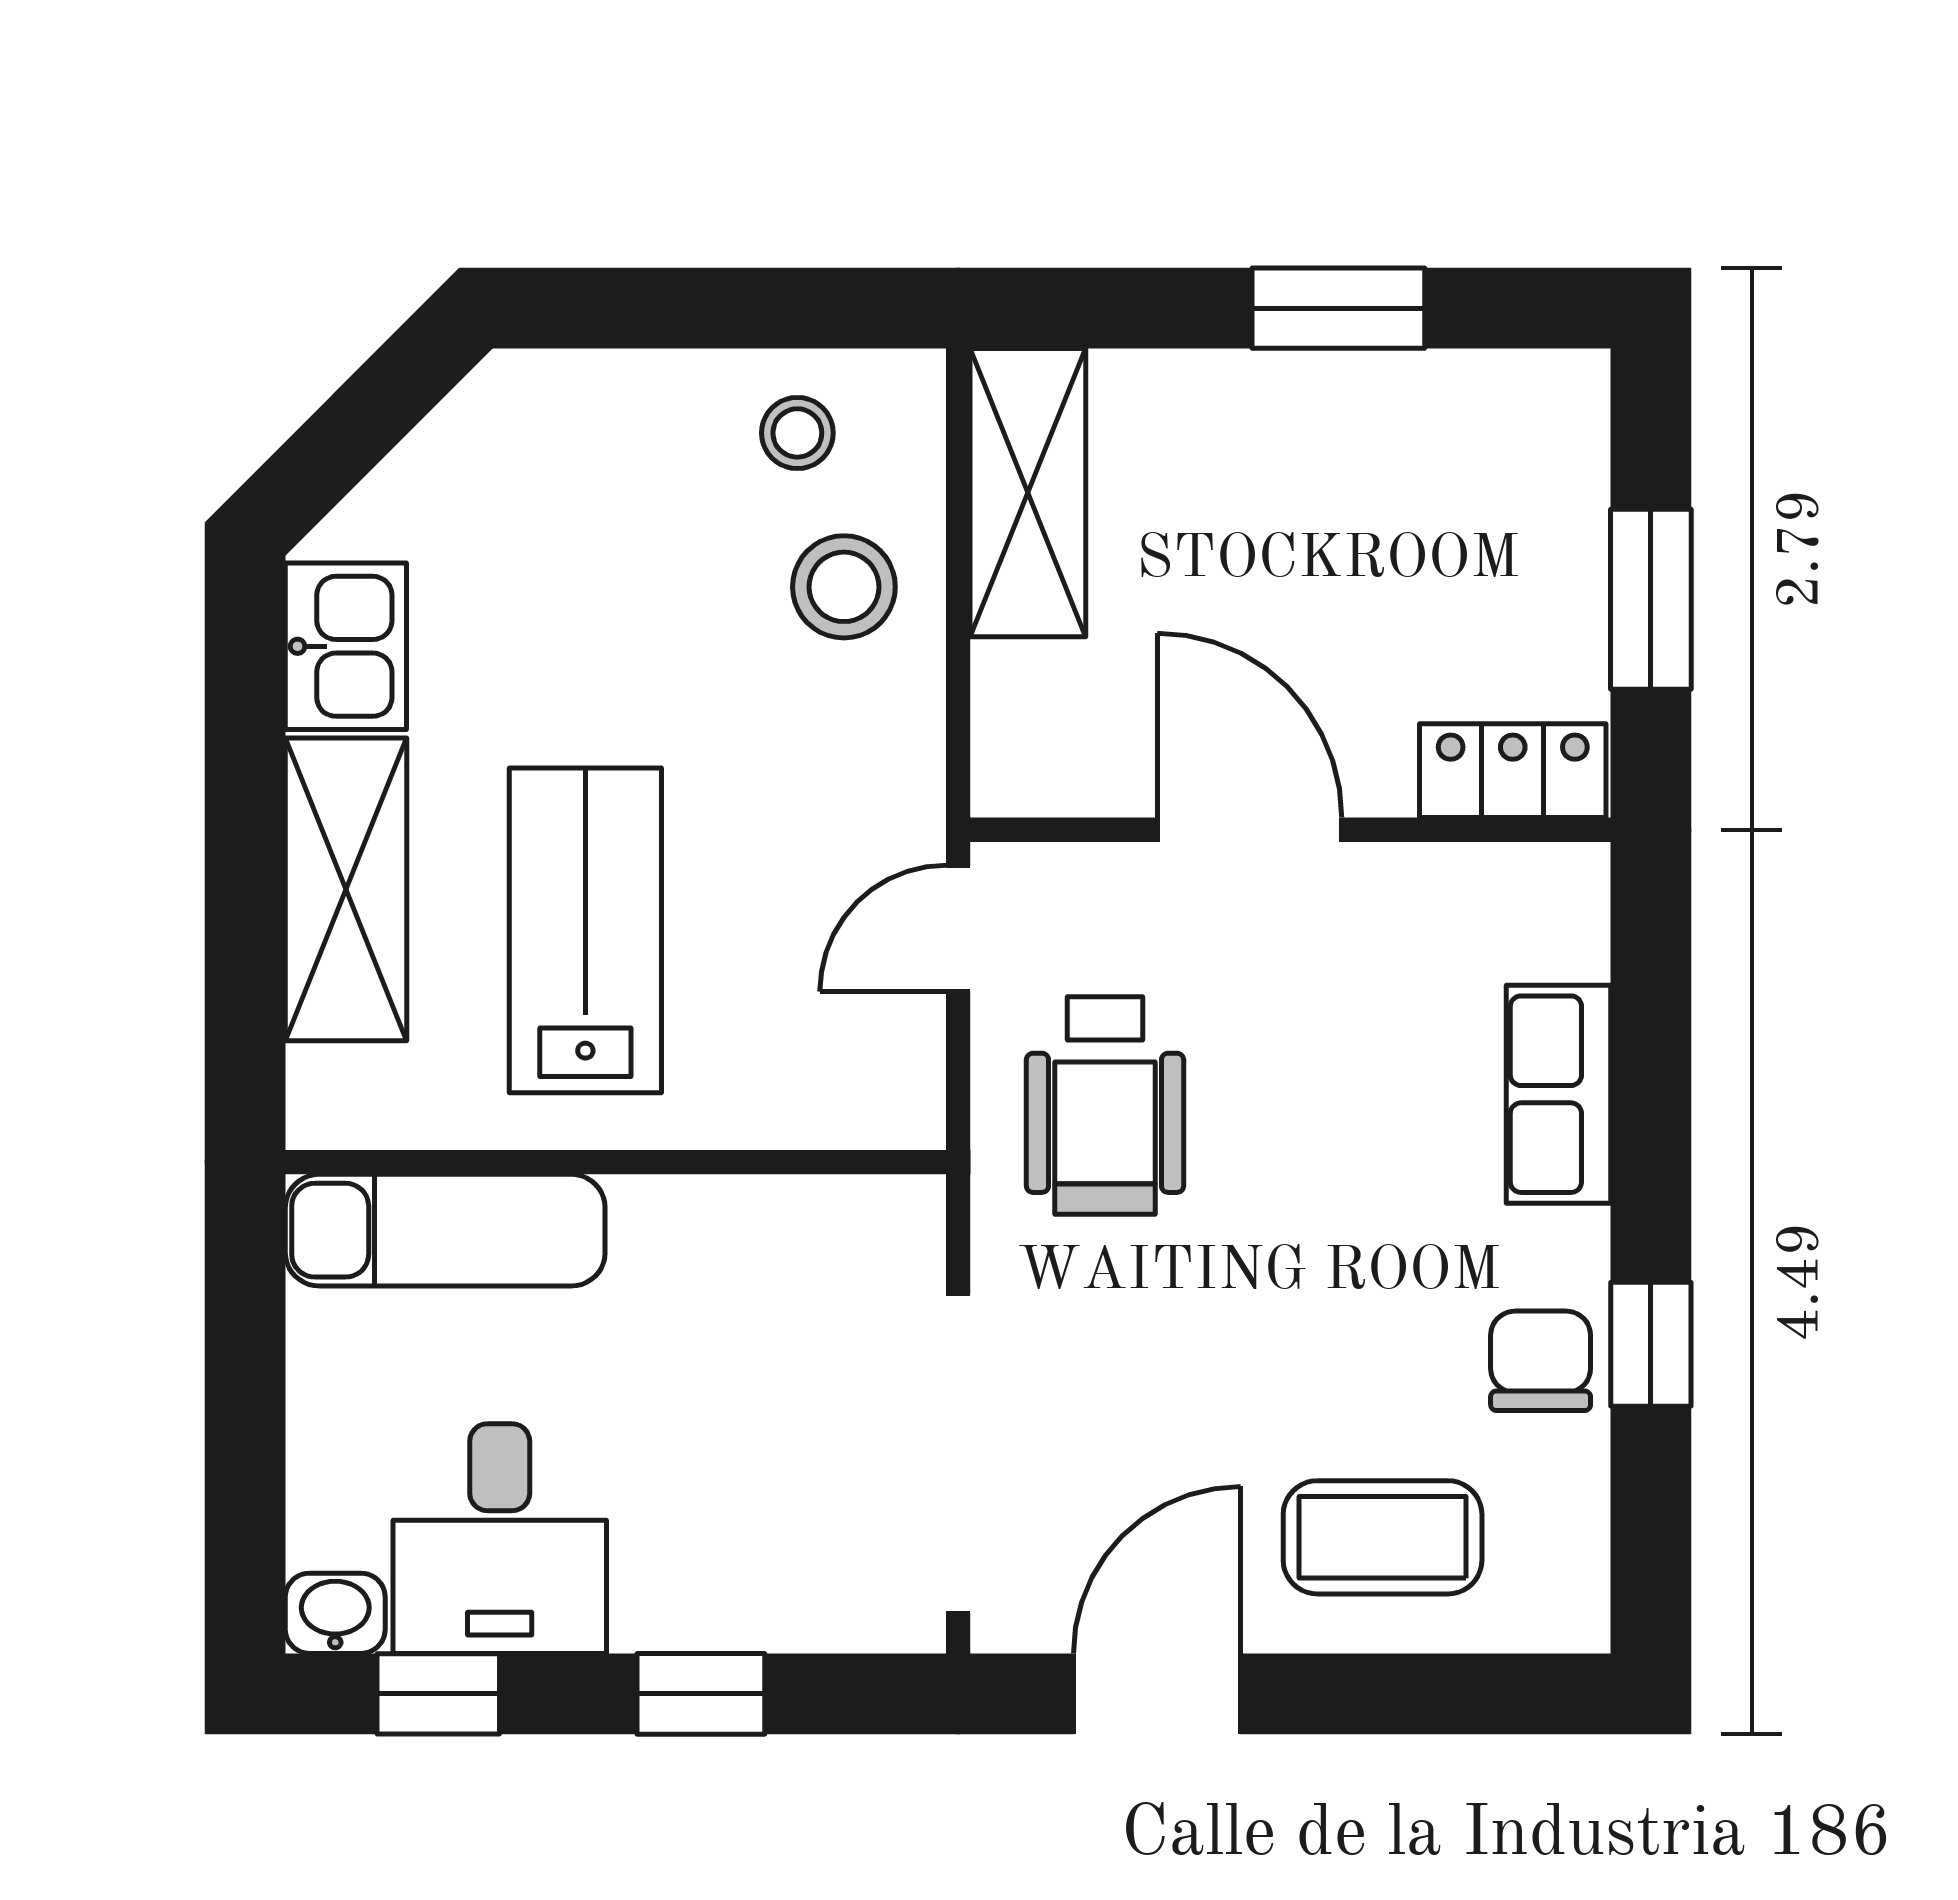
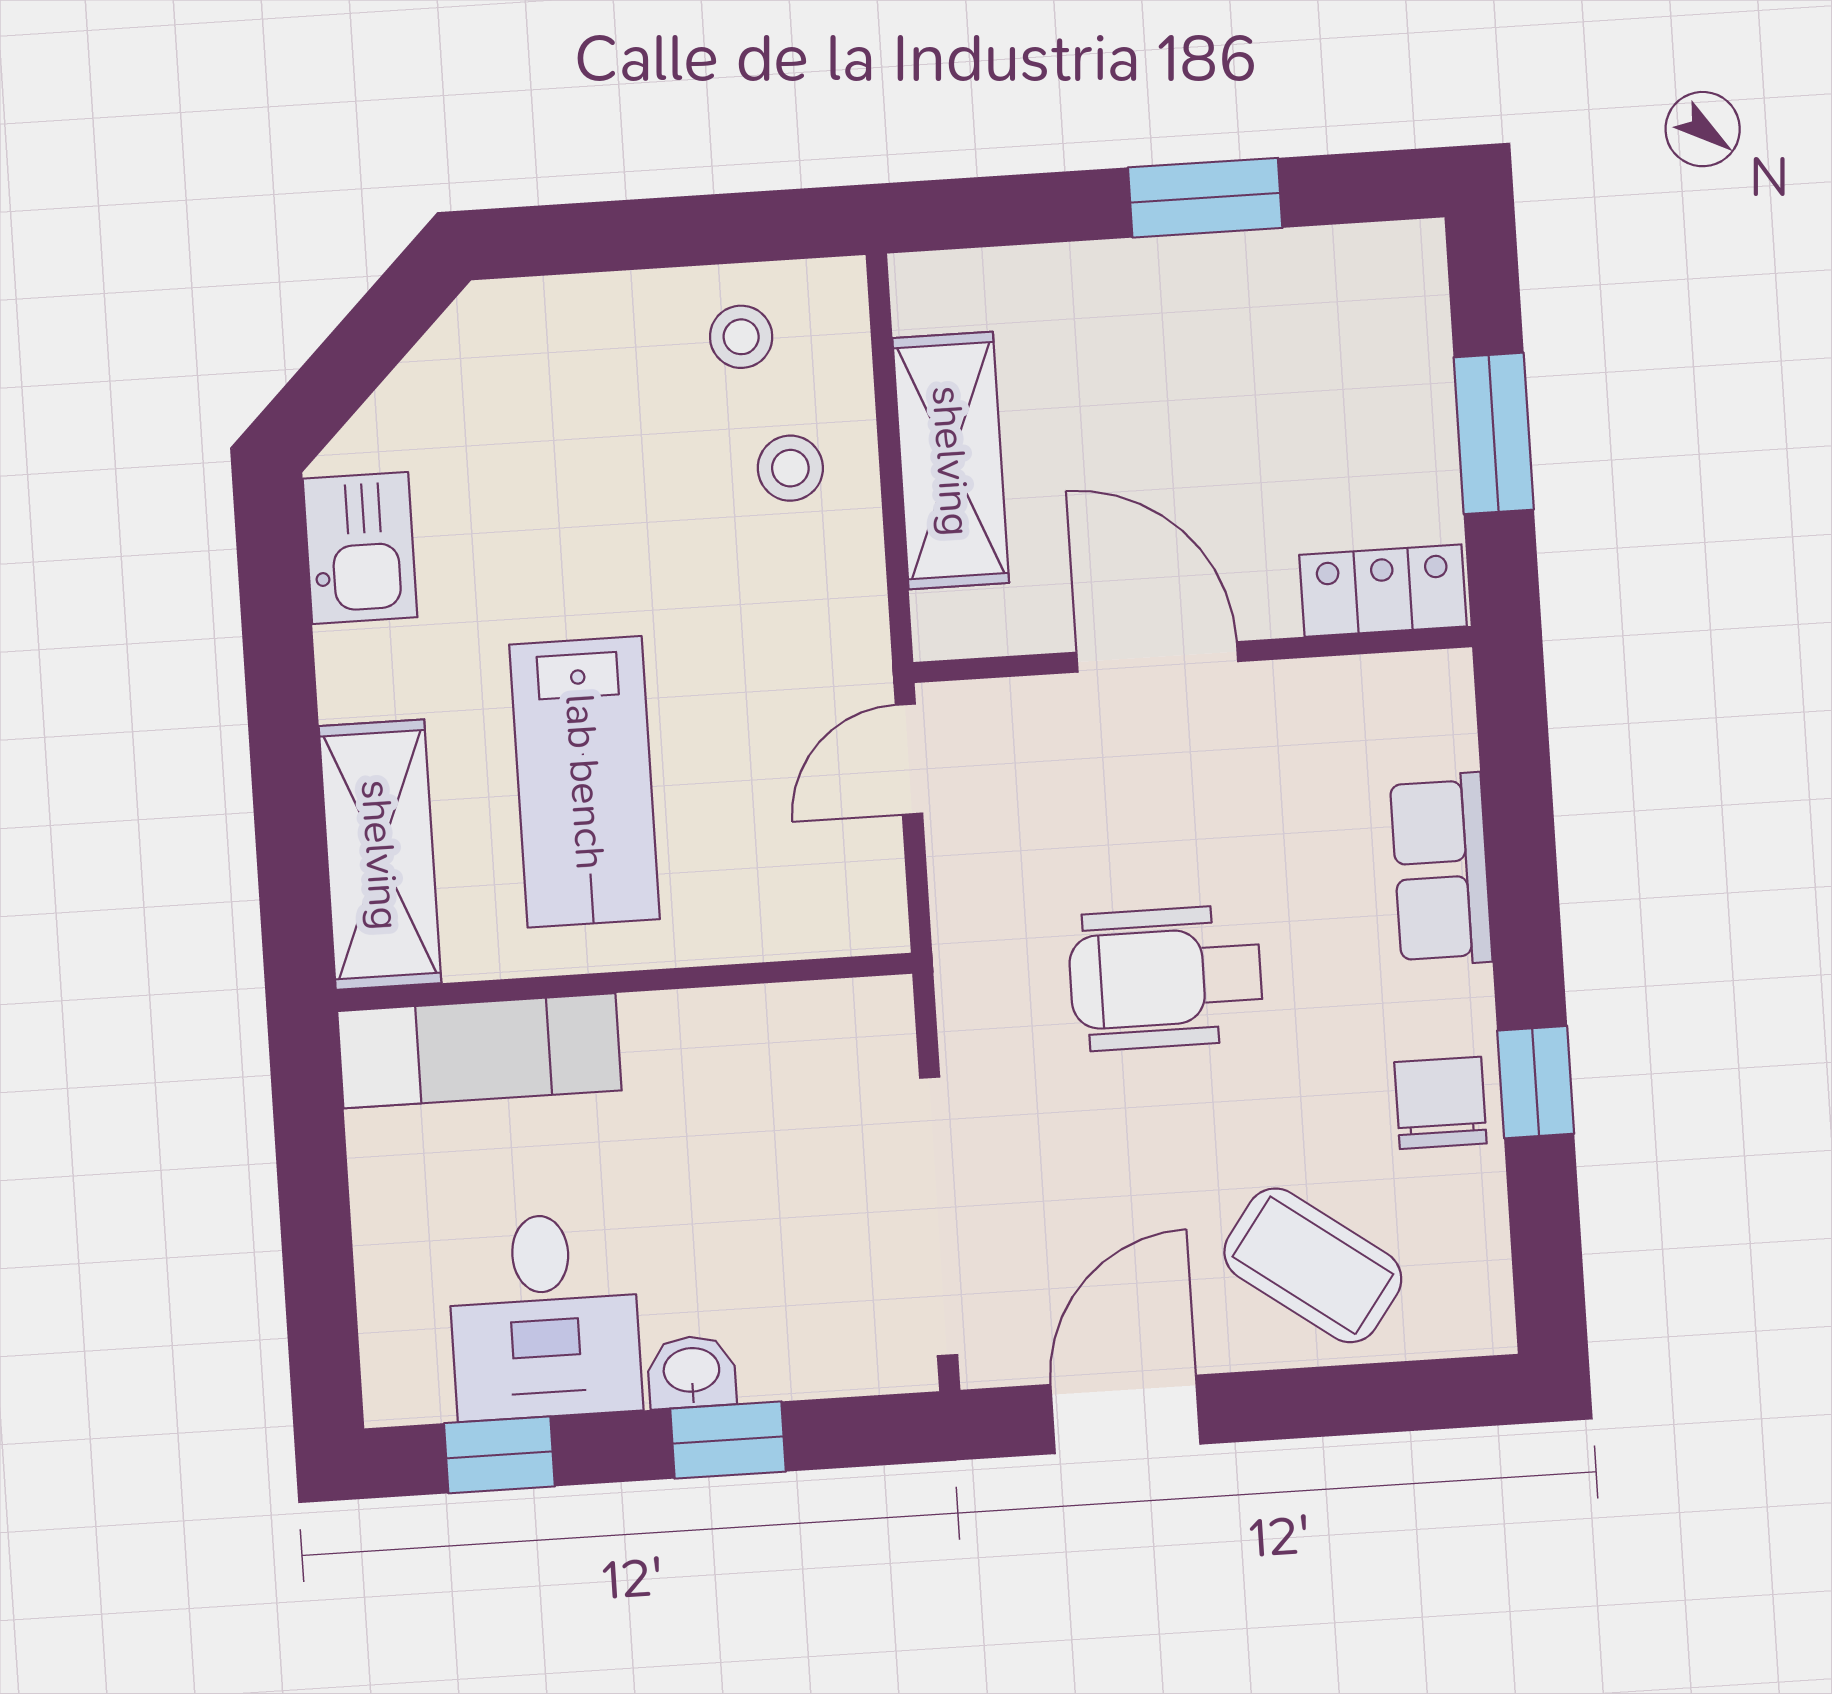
shelving: (1028, 493) -> (951, 461), moved
stool: (844, 587) -> (790, 468), width x0.73, depth x0.73
shelving: (346, 889) -> (380, 855), moved
lab bench: (585, 930) -> (585, 782), turned 180
wheelchair: (1105, 1105) -> (1166, 978), moved, turned 90
coffee table: (1383, 1537) -> (1313, 1265), turned 36
washbasin: (335, 1613) -> (692, 1372), moved

